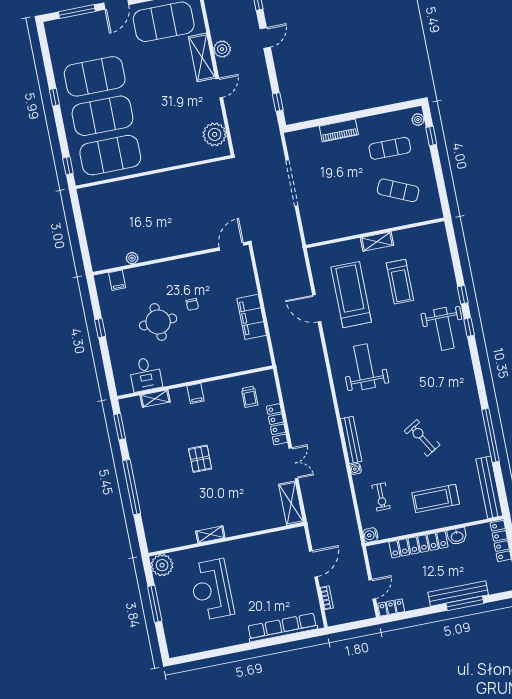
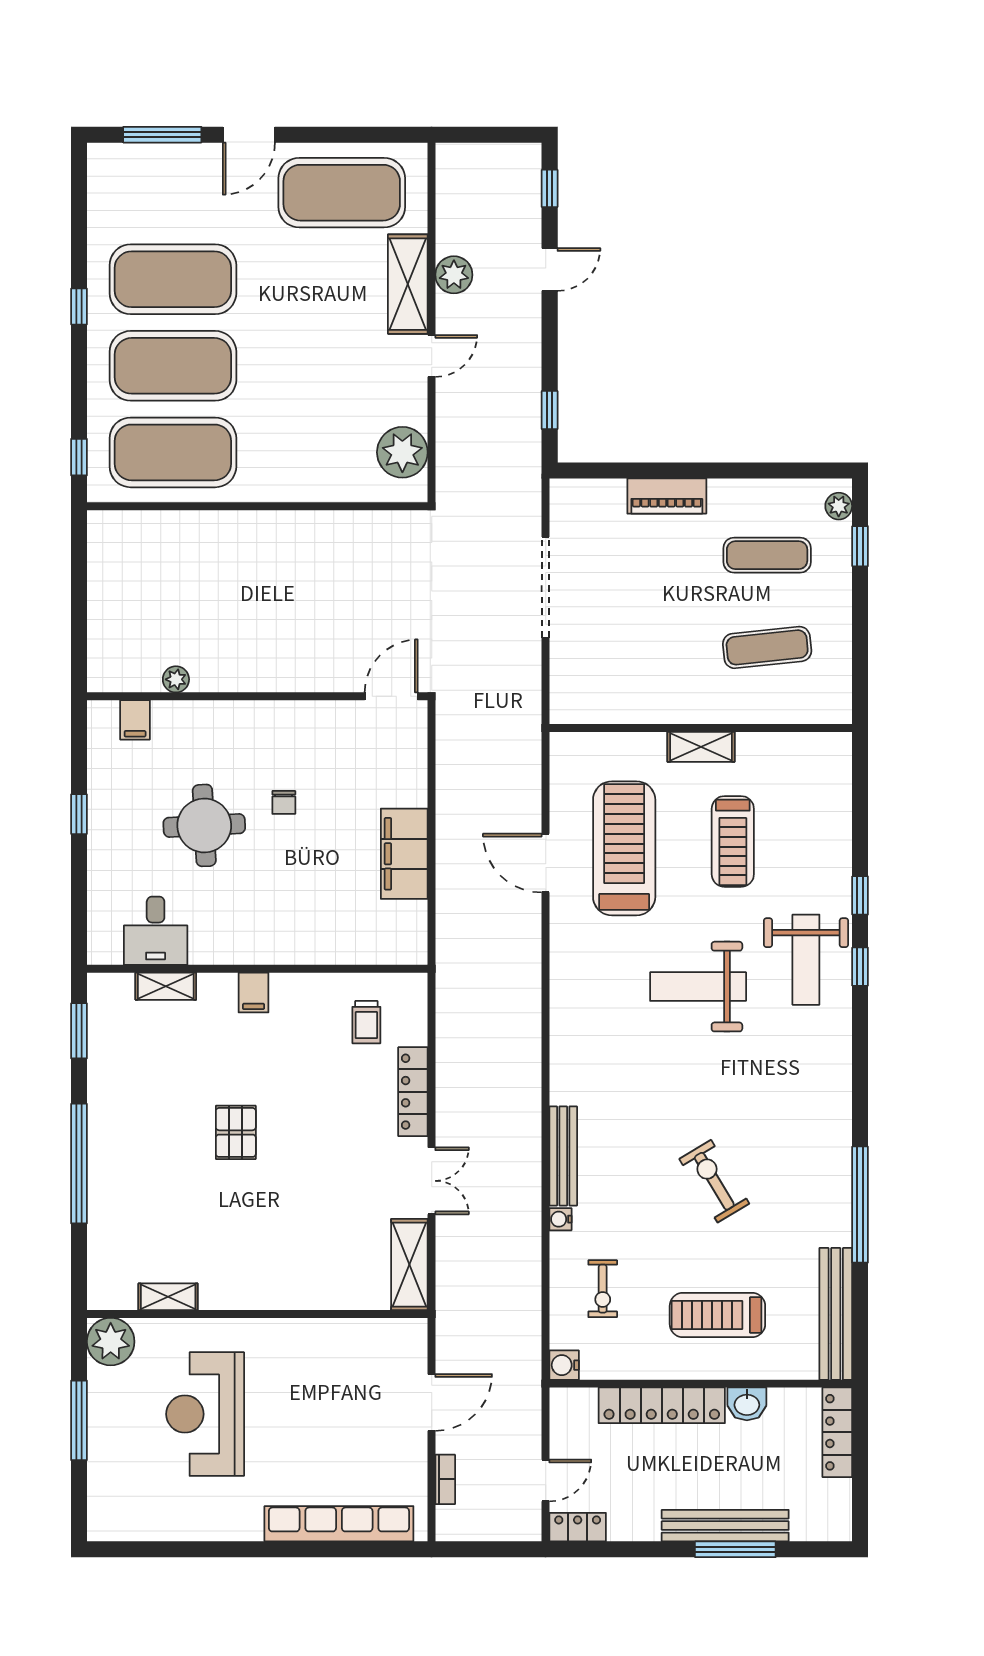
exercise mat: (398, 190) -> (767, 647), turned -30
weight bench: (365, 367) -> (698, 987), moved, turned -90
shelving: (210, 534) -> (168, 1297), moved

